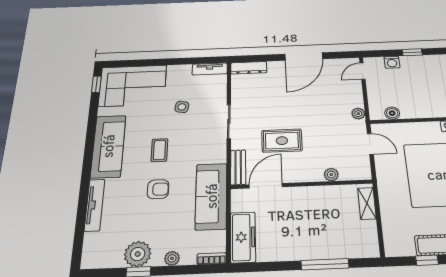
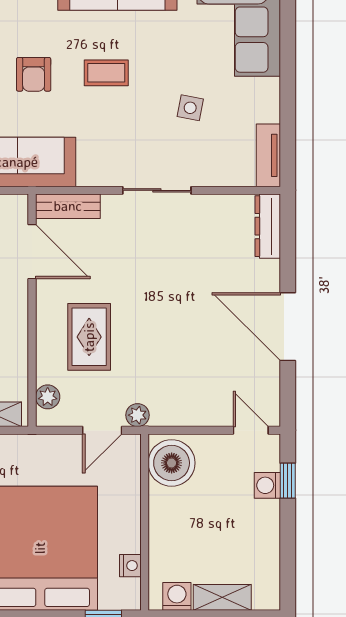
window: (412, 52) -> (288, 481), moved
boiler: (392, 113) -> (172, 463), width x1.86, depth x1.86
plant: (358, 114) -> (138, 415), moved
rug: (282, 141) -> (89, 337), moved
plant: (331, 175) -> (48, 397), moved

